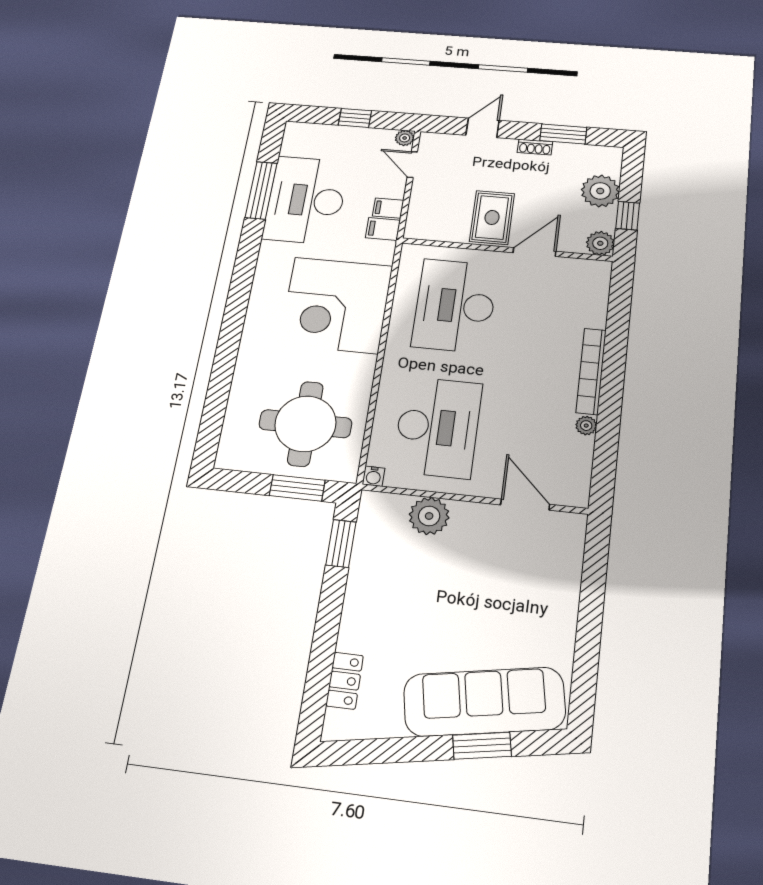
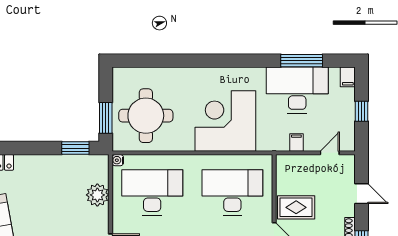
plant: (405, 138) -> (349, 145), removed
filing cabinet: (383, 229) -> (348, 77), moved, turned 180
desk: (437, 427) -> (152, 192), turned 180

